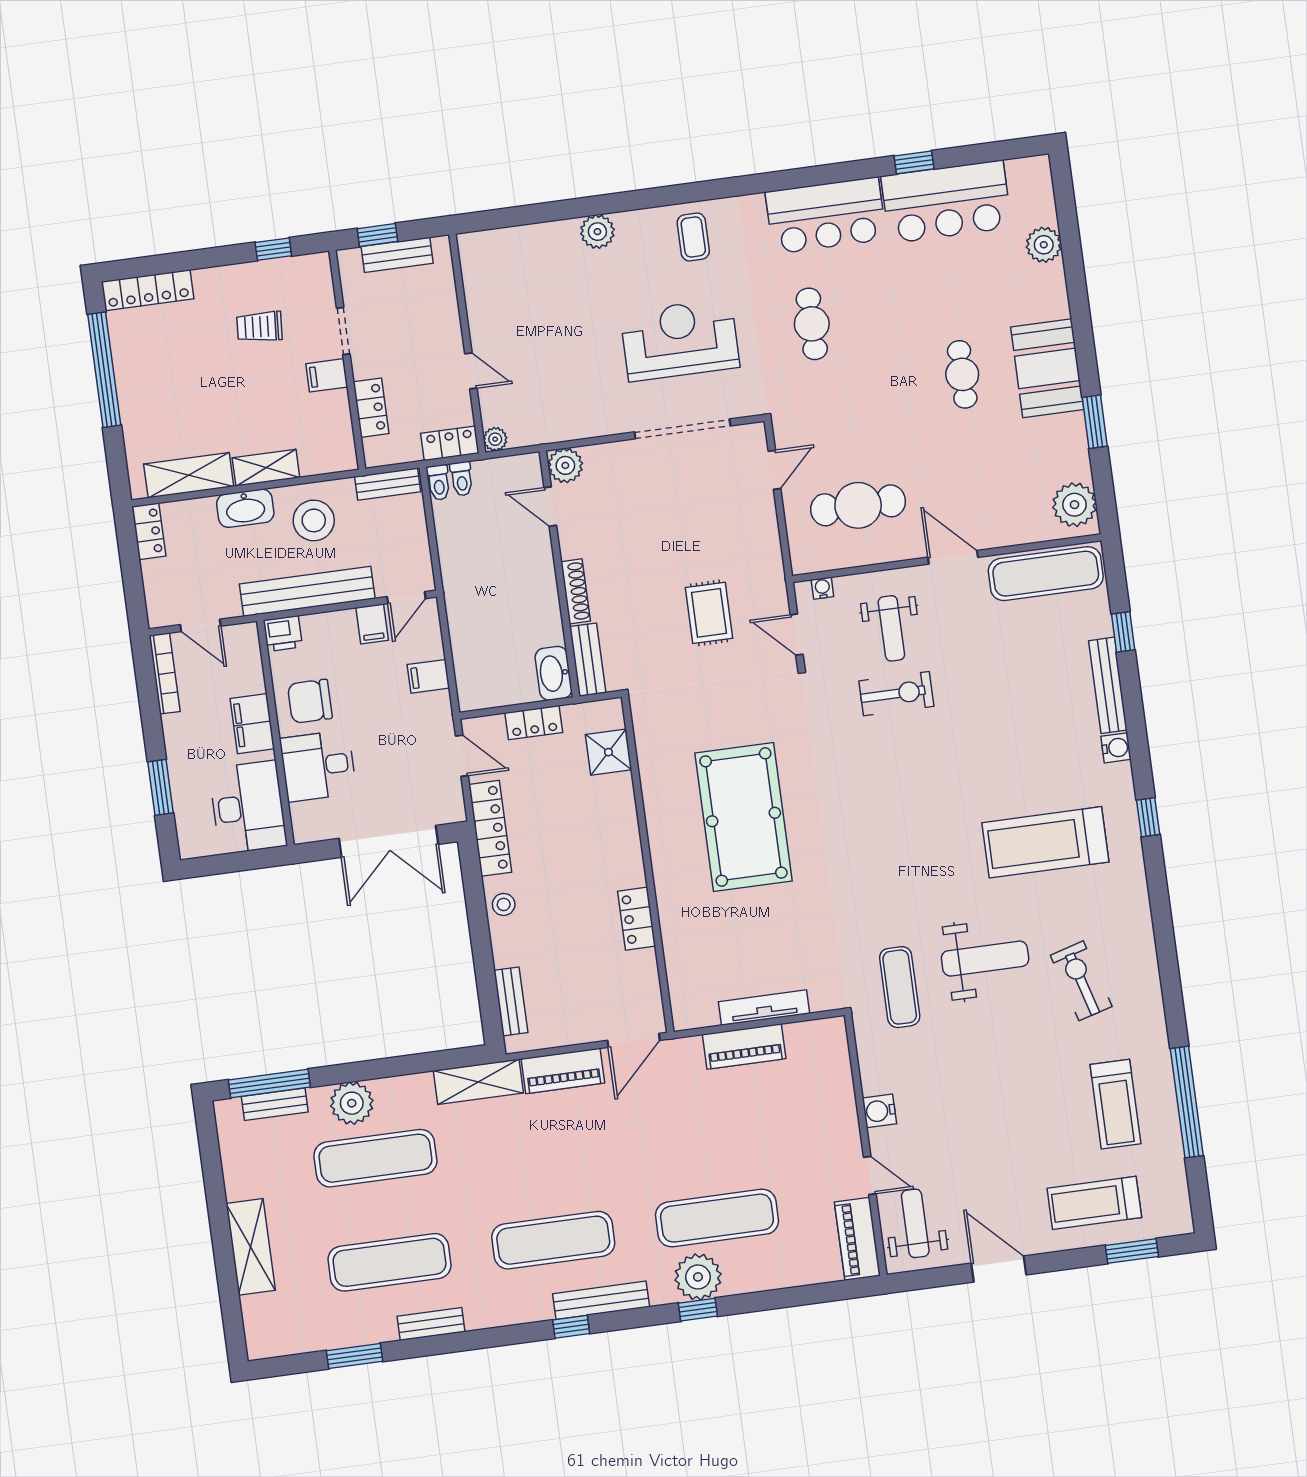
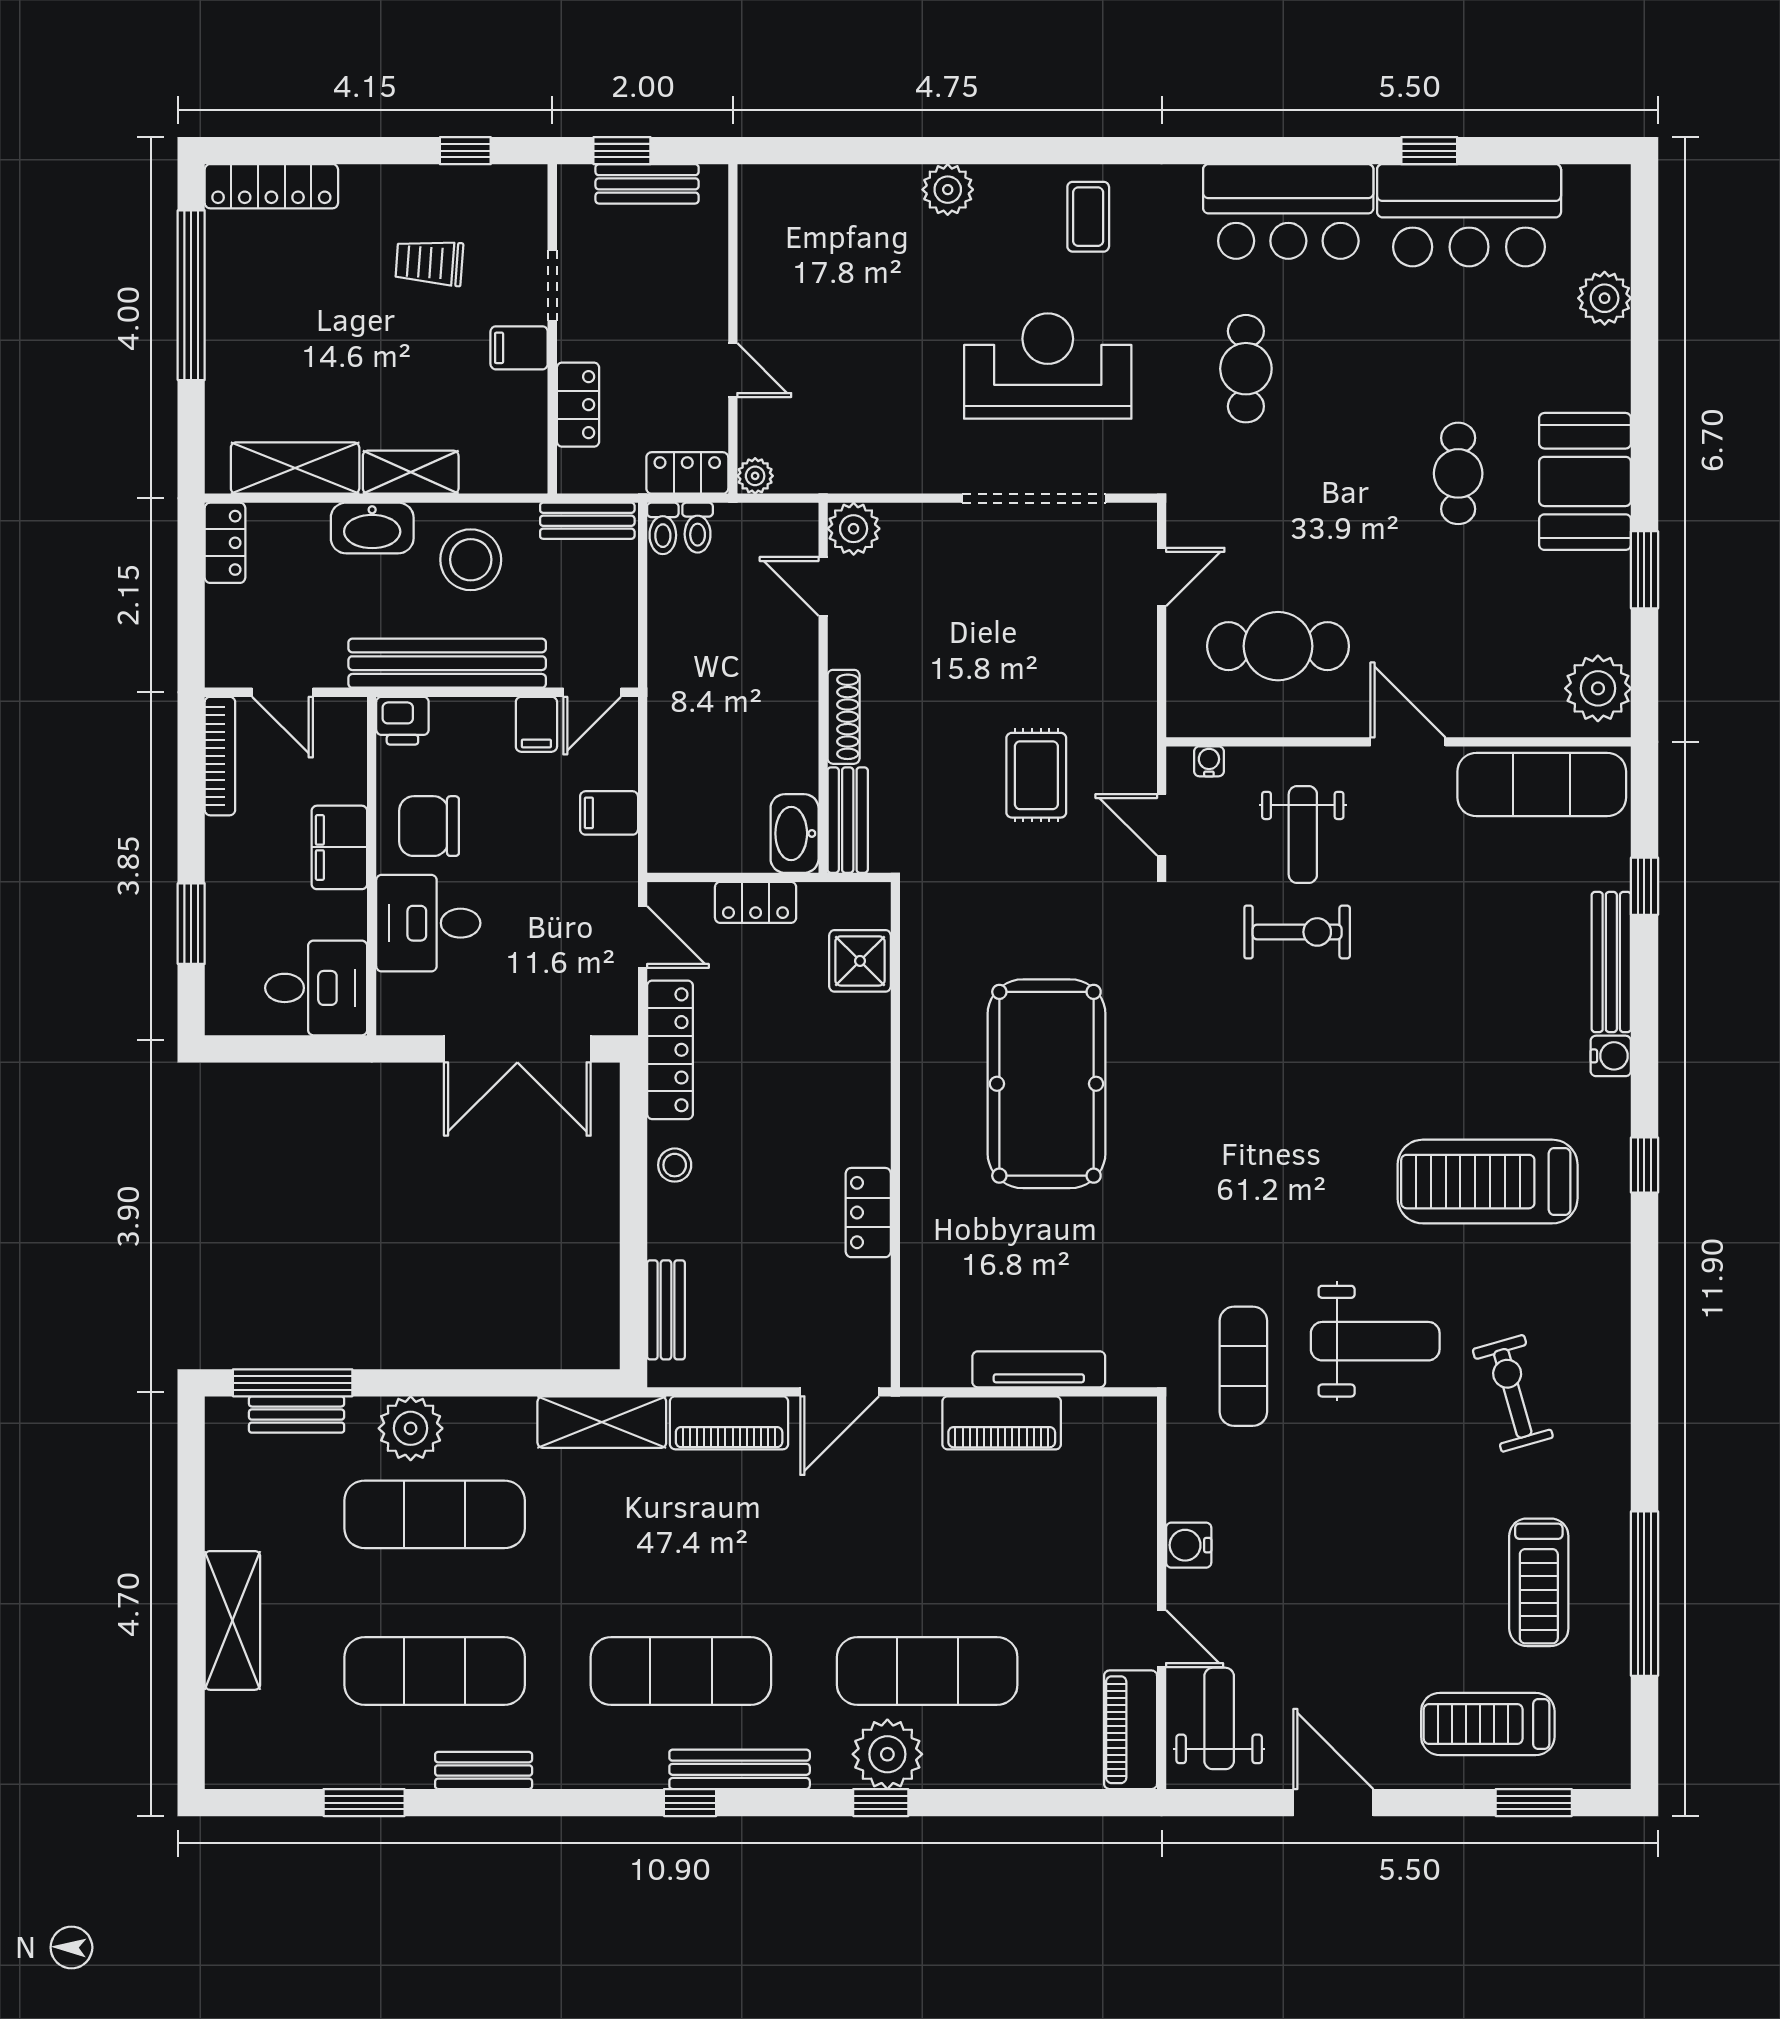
desk: (248, 807) -> (316, 988), width x0.73

